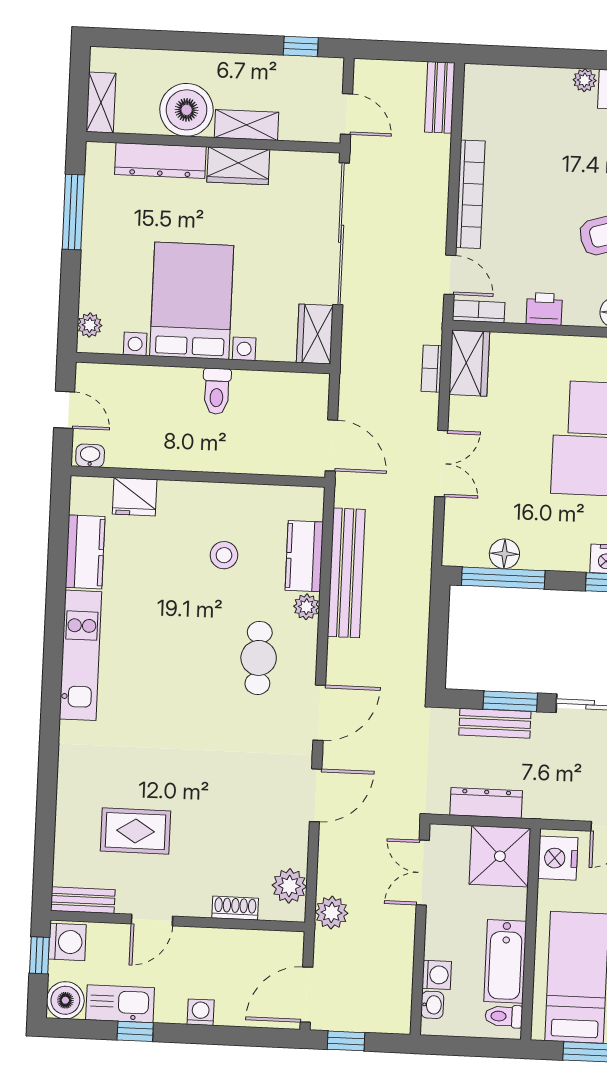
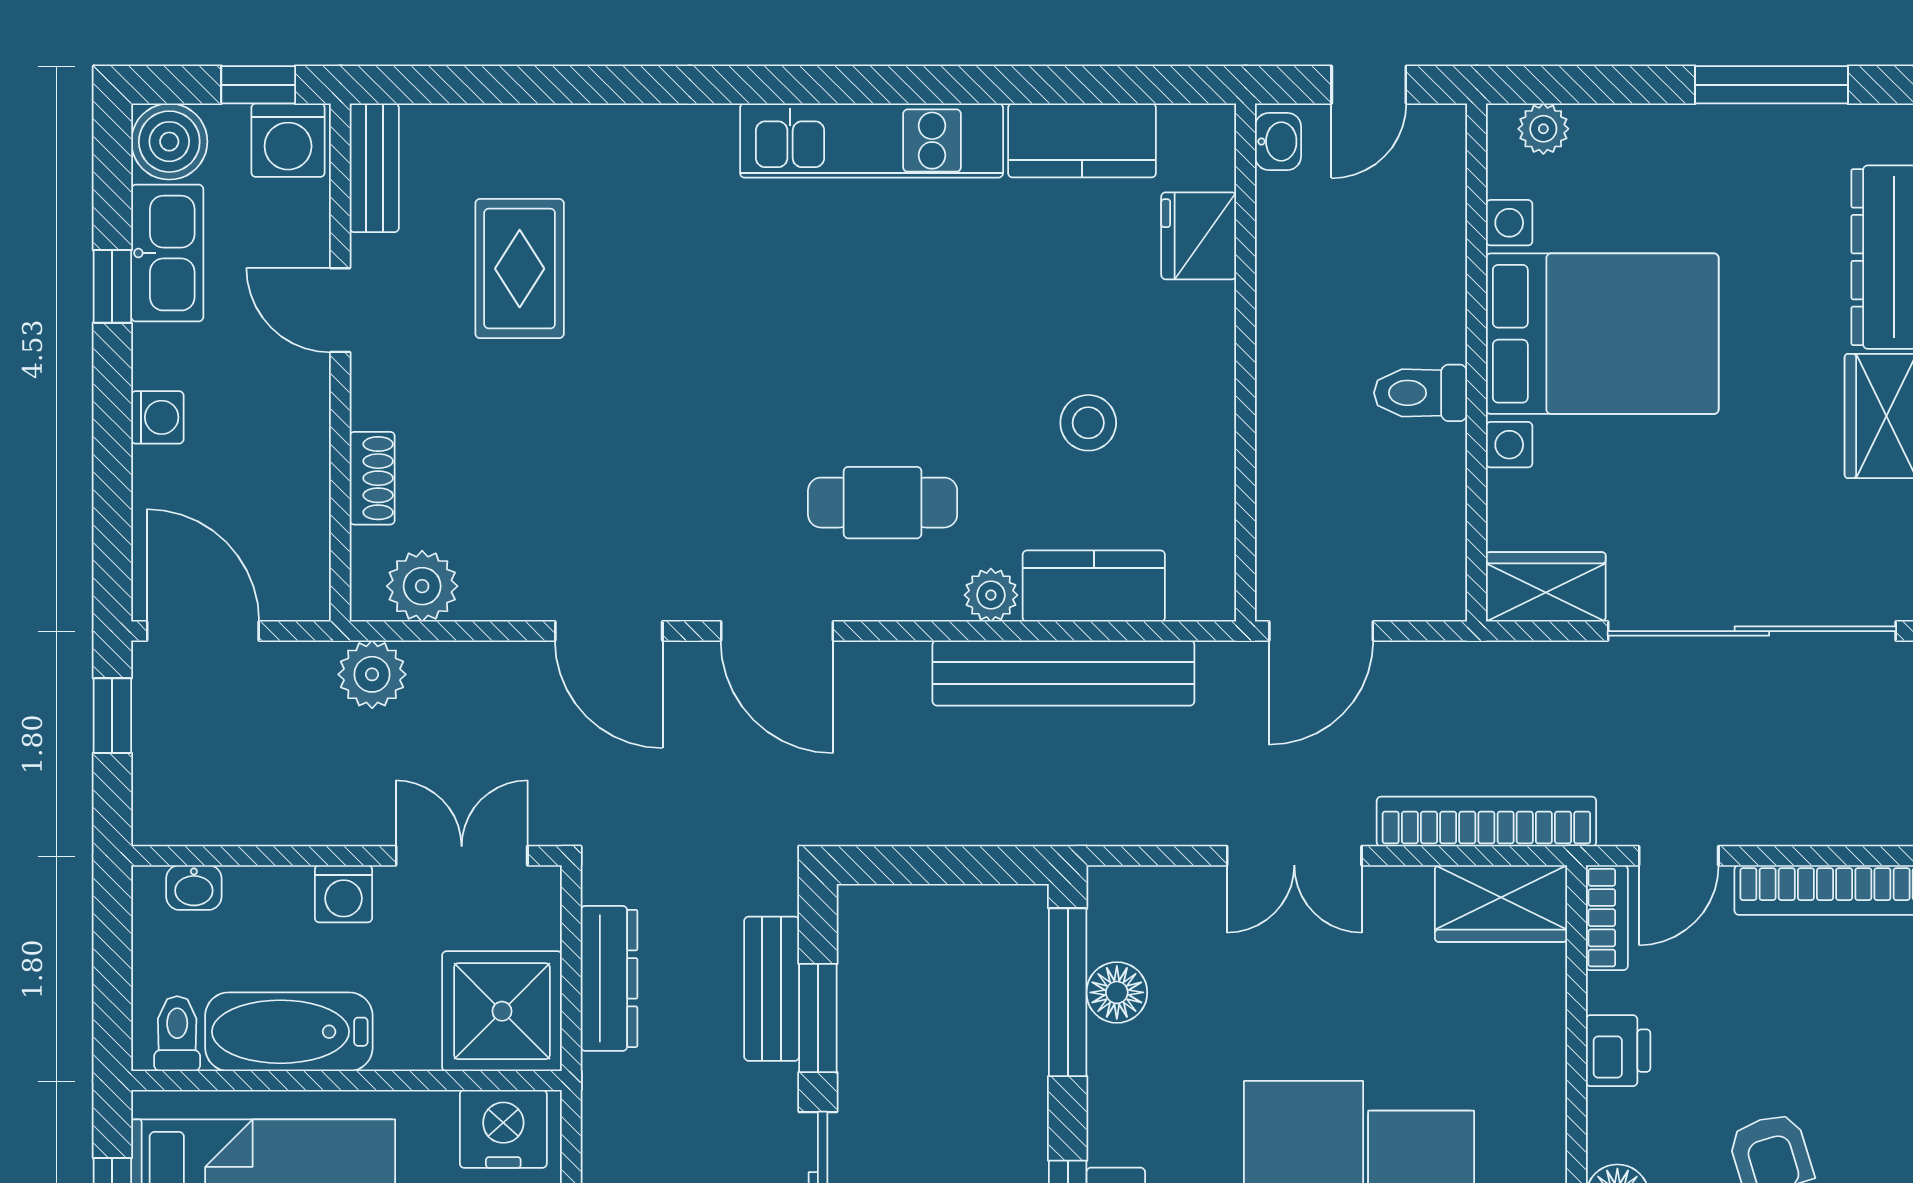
bookcase: (432, 369) -> (1486, 822), width x2.31, depth x1.31
washing machine: (437, 975) -> (343, 894), moved

